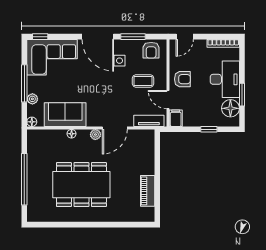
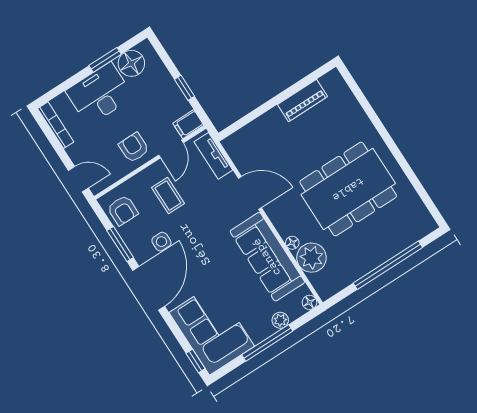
armchair: (151, 50) -> (123, 210), turned 90
sofa: (65, 115) -> (267, 257), width x1.36
window: (209, 129) -> (185, 88), moved
plant: (95, 135) -> (312, 258), moved, width x1.88, depth x1.88
dining table: (81, 185) -> (348, 189), turned 90

